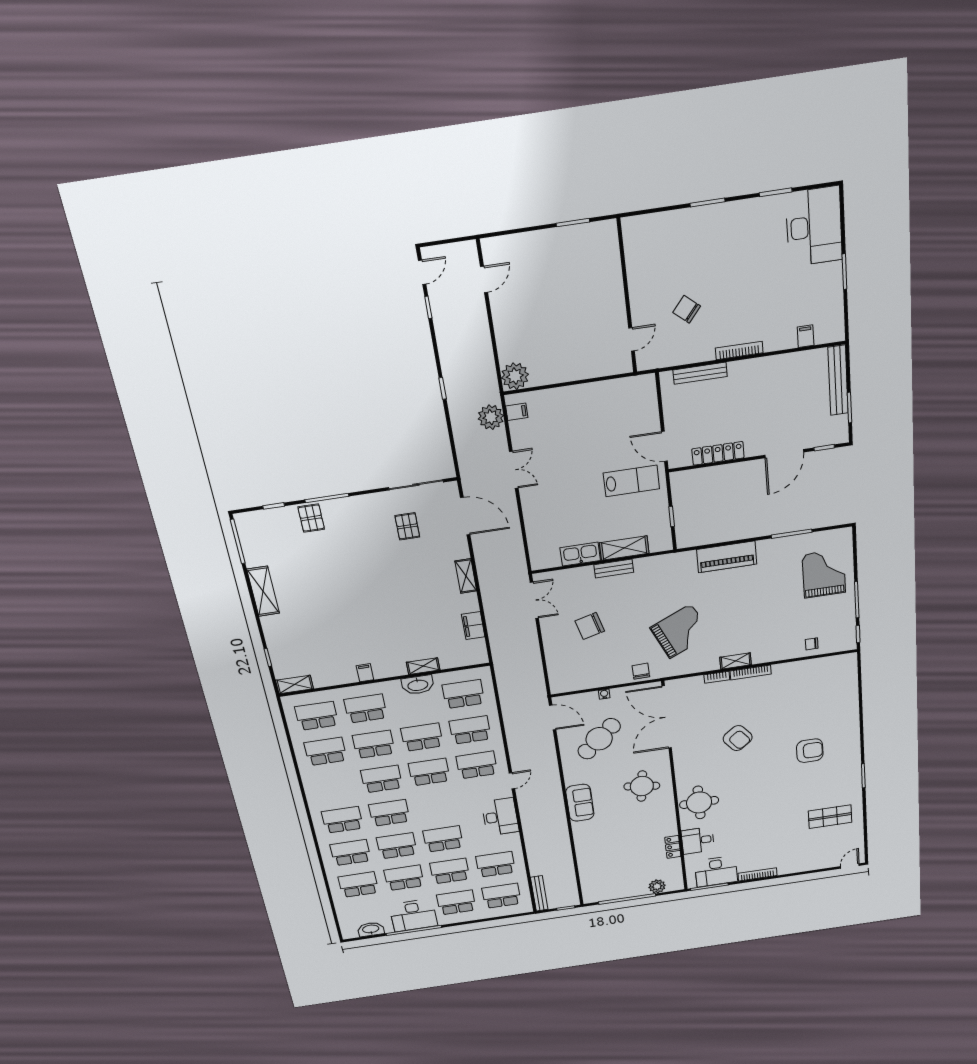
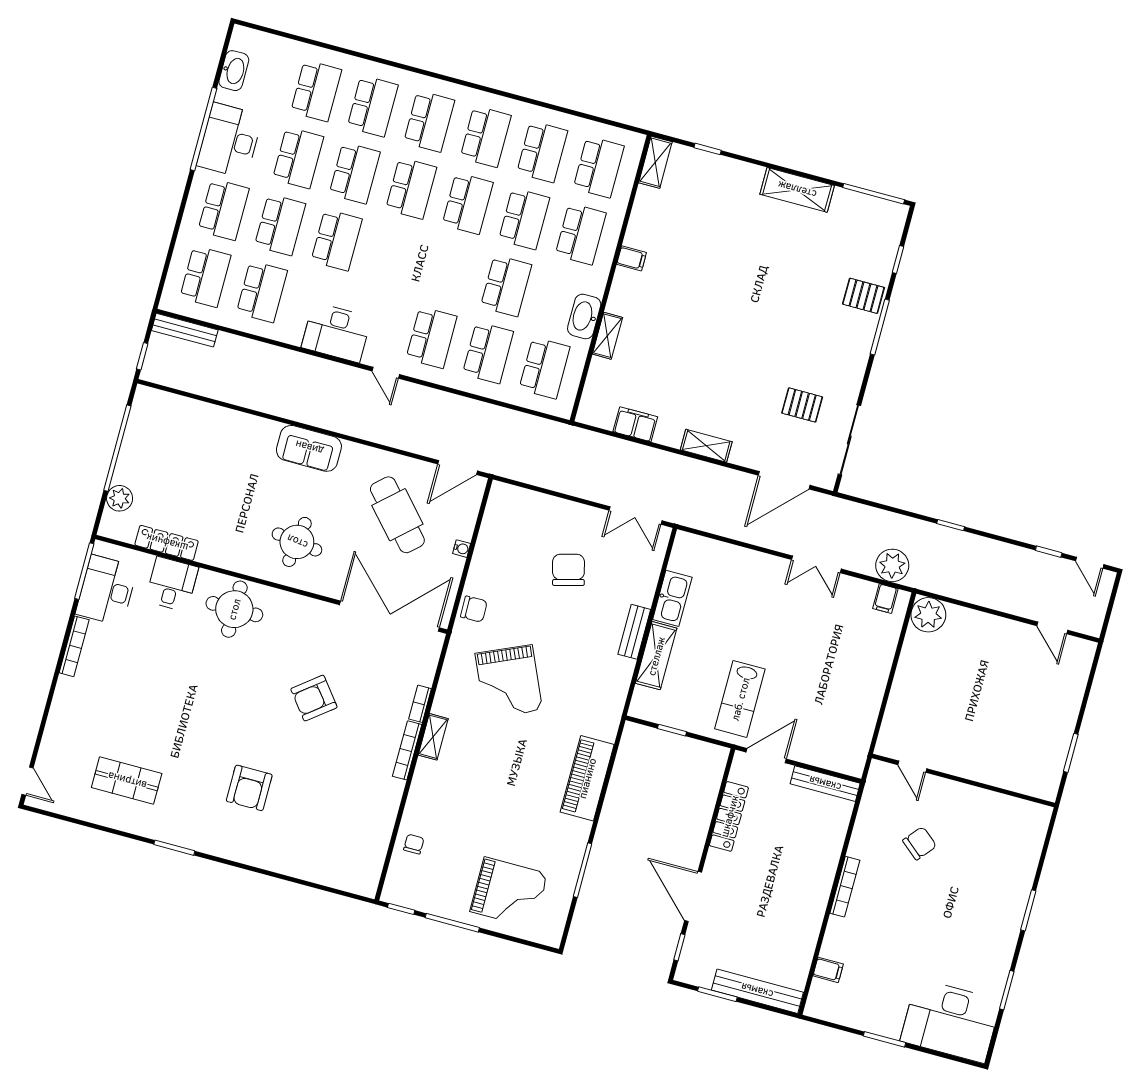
bench: (700, 373) -> (825, 784), moved, turned 90
school desk: (429, 772) -> (486, 137), moved
shop shelf: (830, 817) -> (127, 781), turned 90
locker: (673, 847) -> (167, 543), width x1.53

